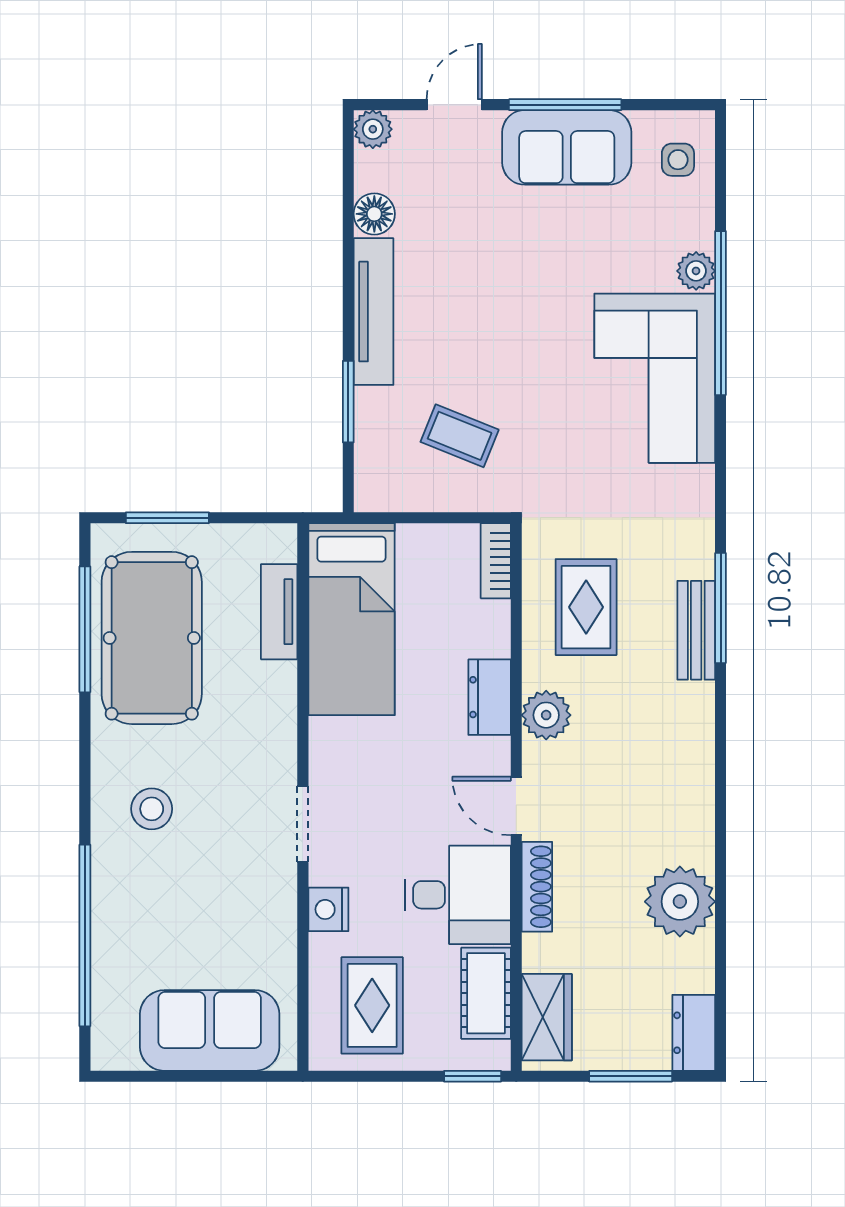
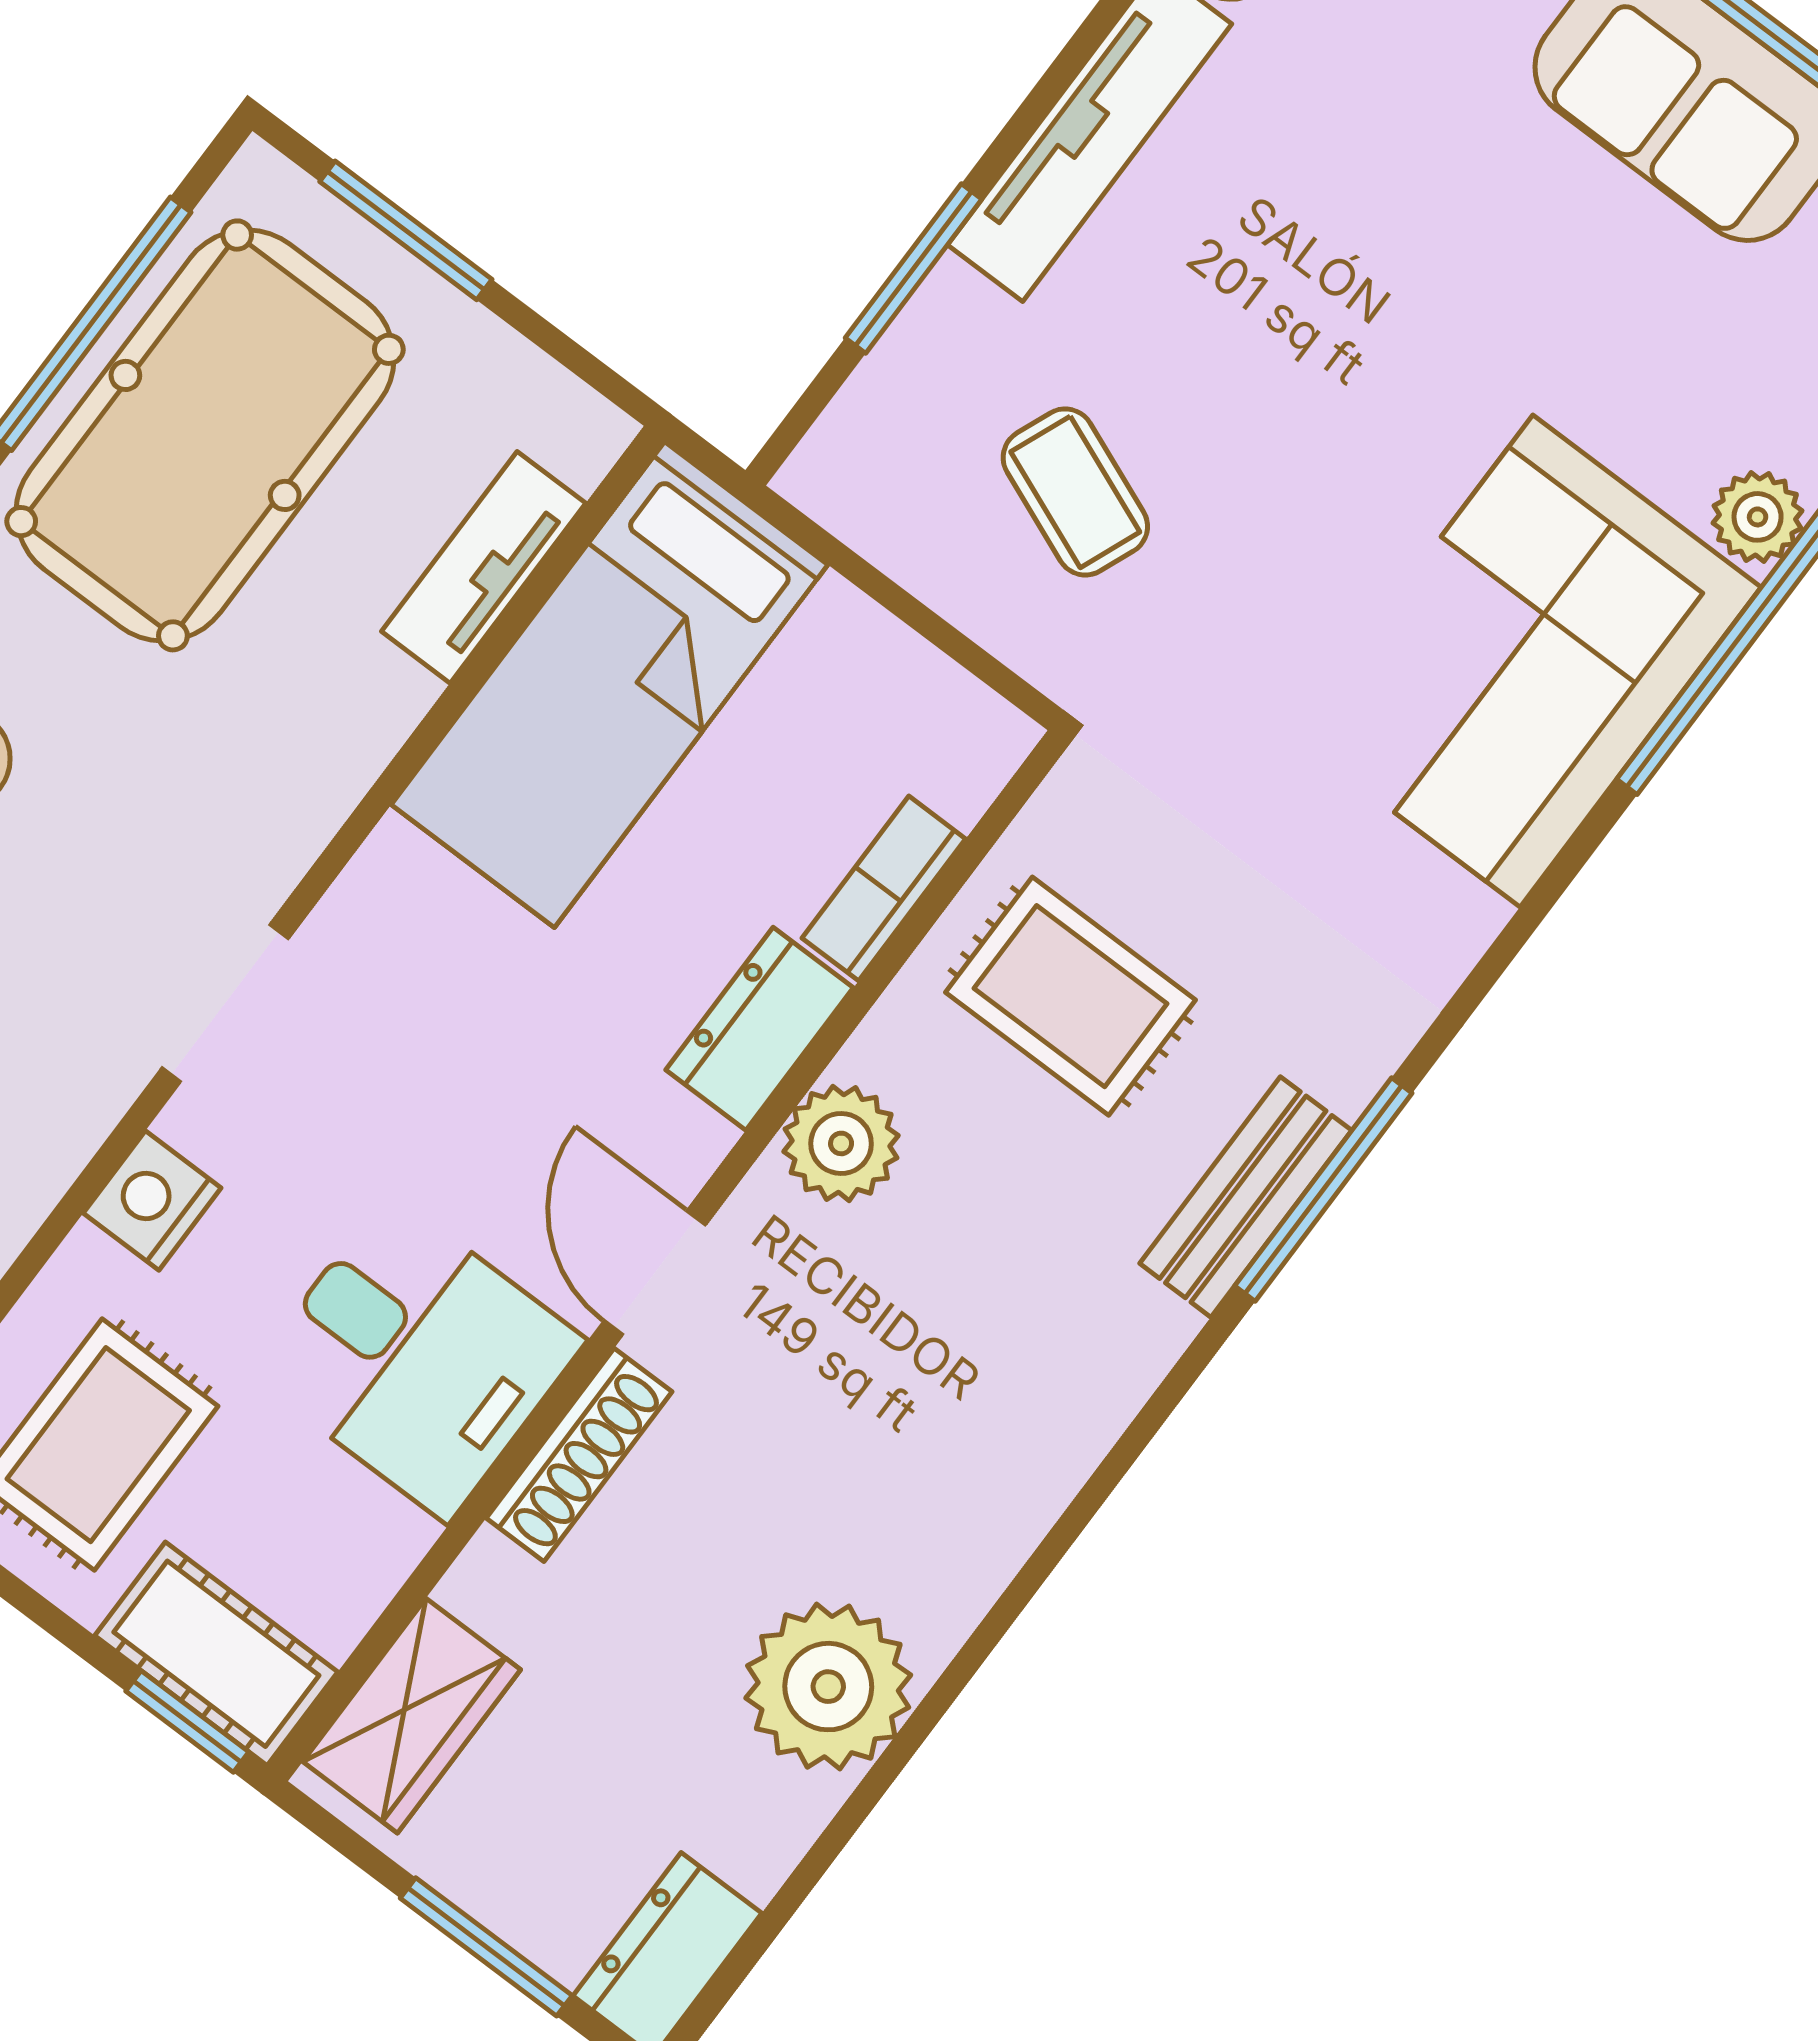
bookcase: (496, 561) -> (884, 888), moved
rug: (586, 607) -> (1071, 996), turned 90
cot: (486, 993) -> (216, 1654), moved, turned 90

